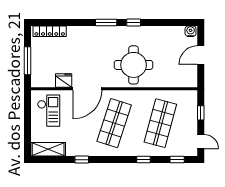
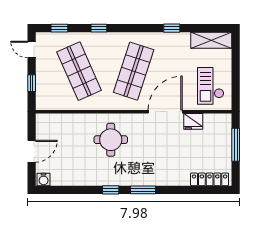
round table: (134, 65) -> (111, 140), width x0.73, depth x0.73
shop shelf: (160, 123) -> (79, 71), turned -39

